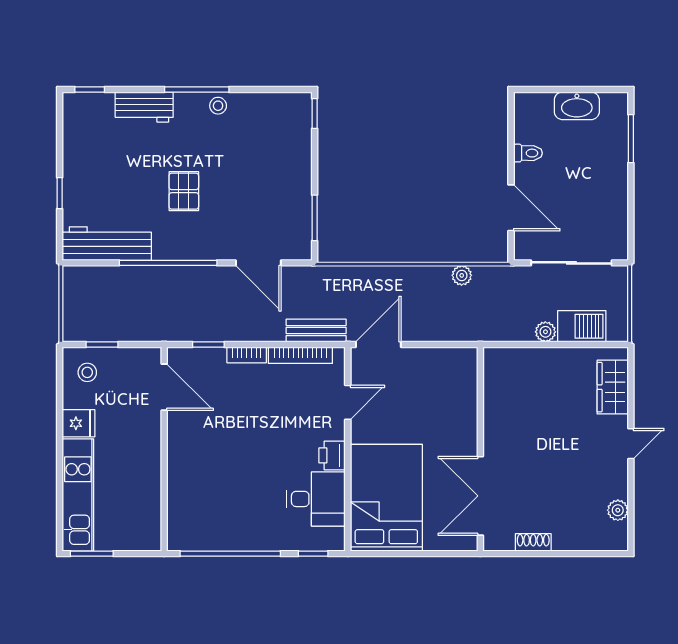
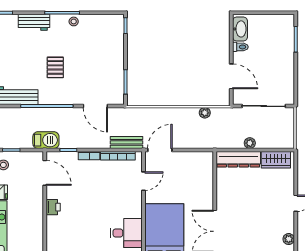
washbasin: (577, 106) -> (240, 29), moved, turned -90
barbecue: (582, 326) -> (46, 140), moved
dresser: (524, 362) -> (238, 159), added
wardrobe: (613, 387) -> (276, 160), moved, turned -90
printer: (332, 455) -> (53, 207), moved, turned 180

